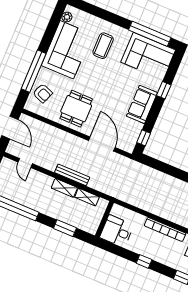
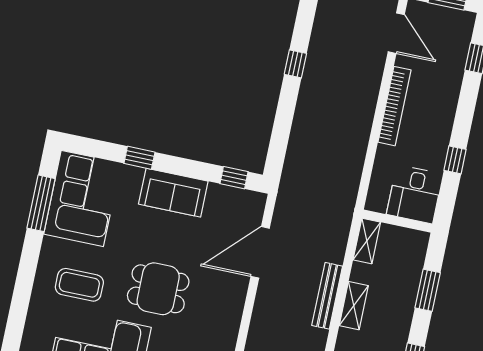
window: (150, 34) -> (41, 203), width x0.68
dining table: (76, 109) -> (158, 289), moved
shelving: (87, 197) -> (367, 241), moved
window: (144, 261) -> (455, 160), moved

